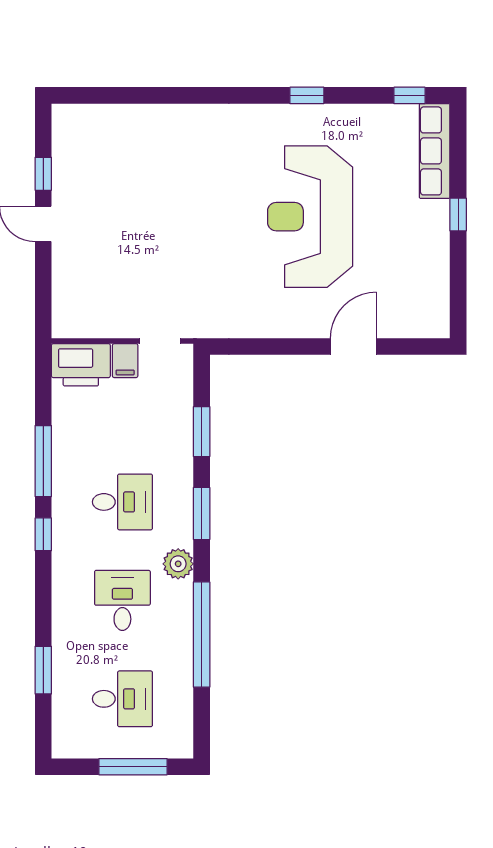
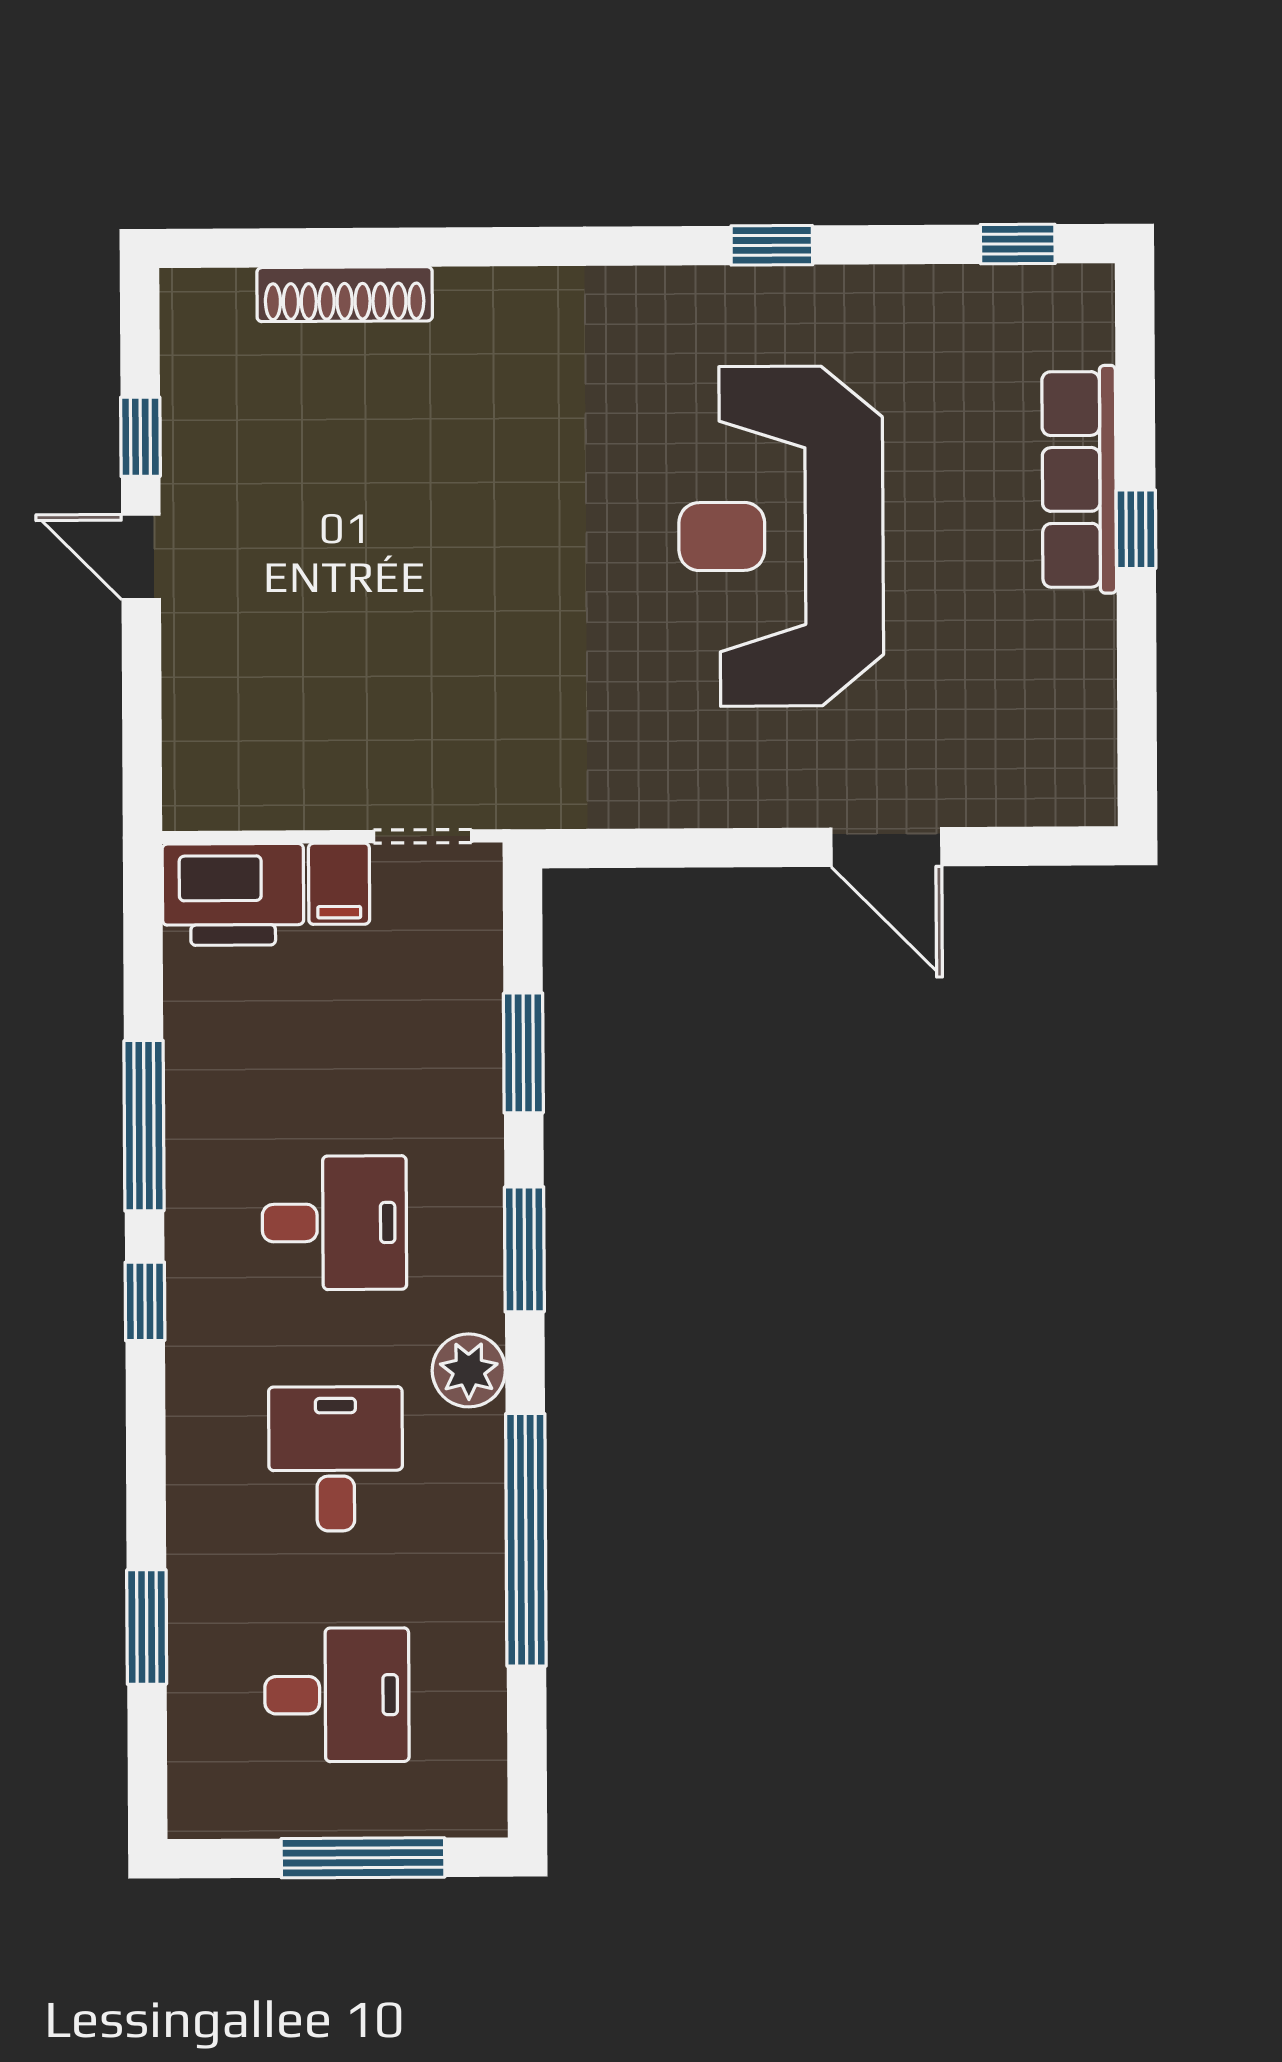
shoe rack: (129, 115) -> (345, 294), added
row of seats: (435, 151) -> (1079, 479), moved
door: (353, 346) -> (886, 847), swing flipped

